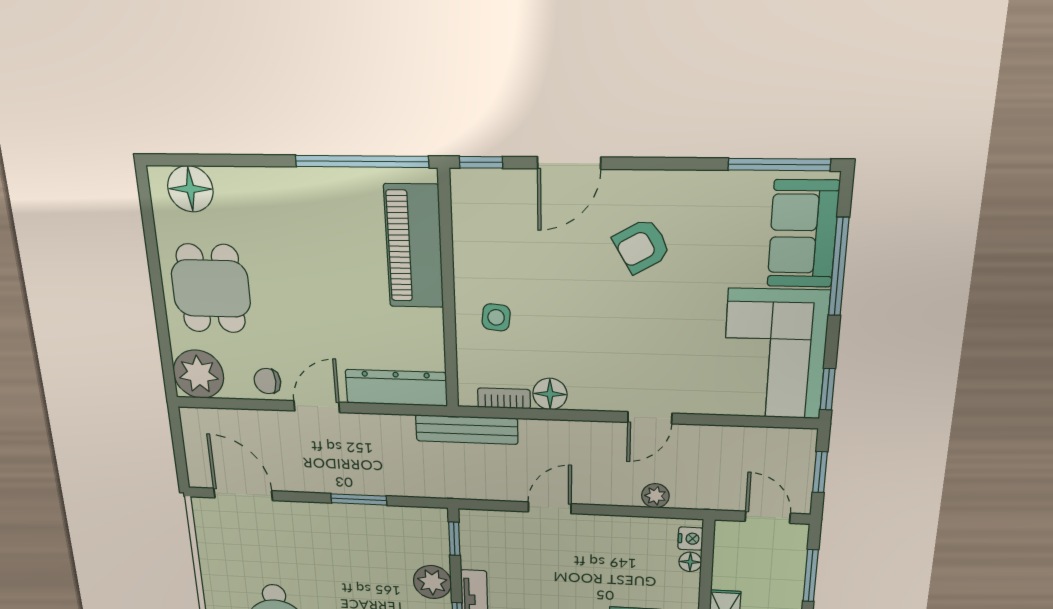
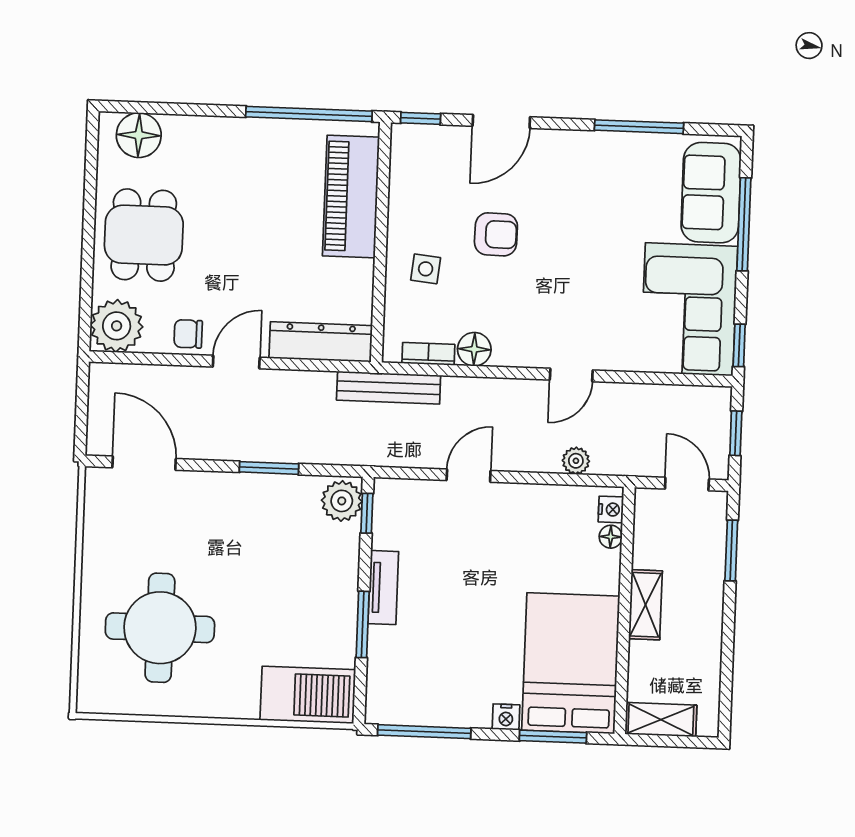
window: (779, 165) -> (639, 127), moved
armchair: (642, 246) -> (496, 234), moved, turned -149
plant: (432, 582) -> (342, 501), moved

